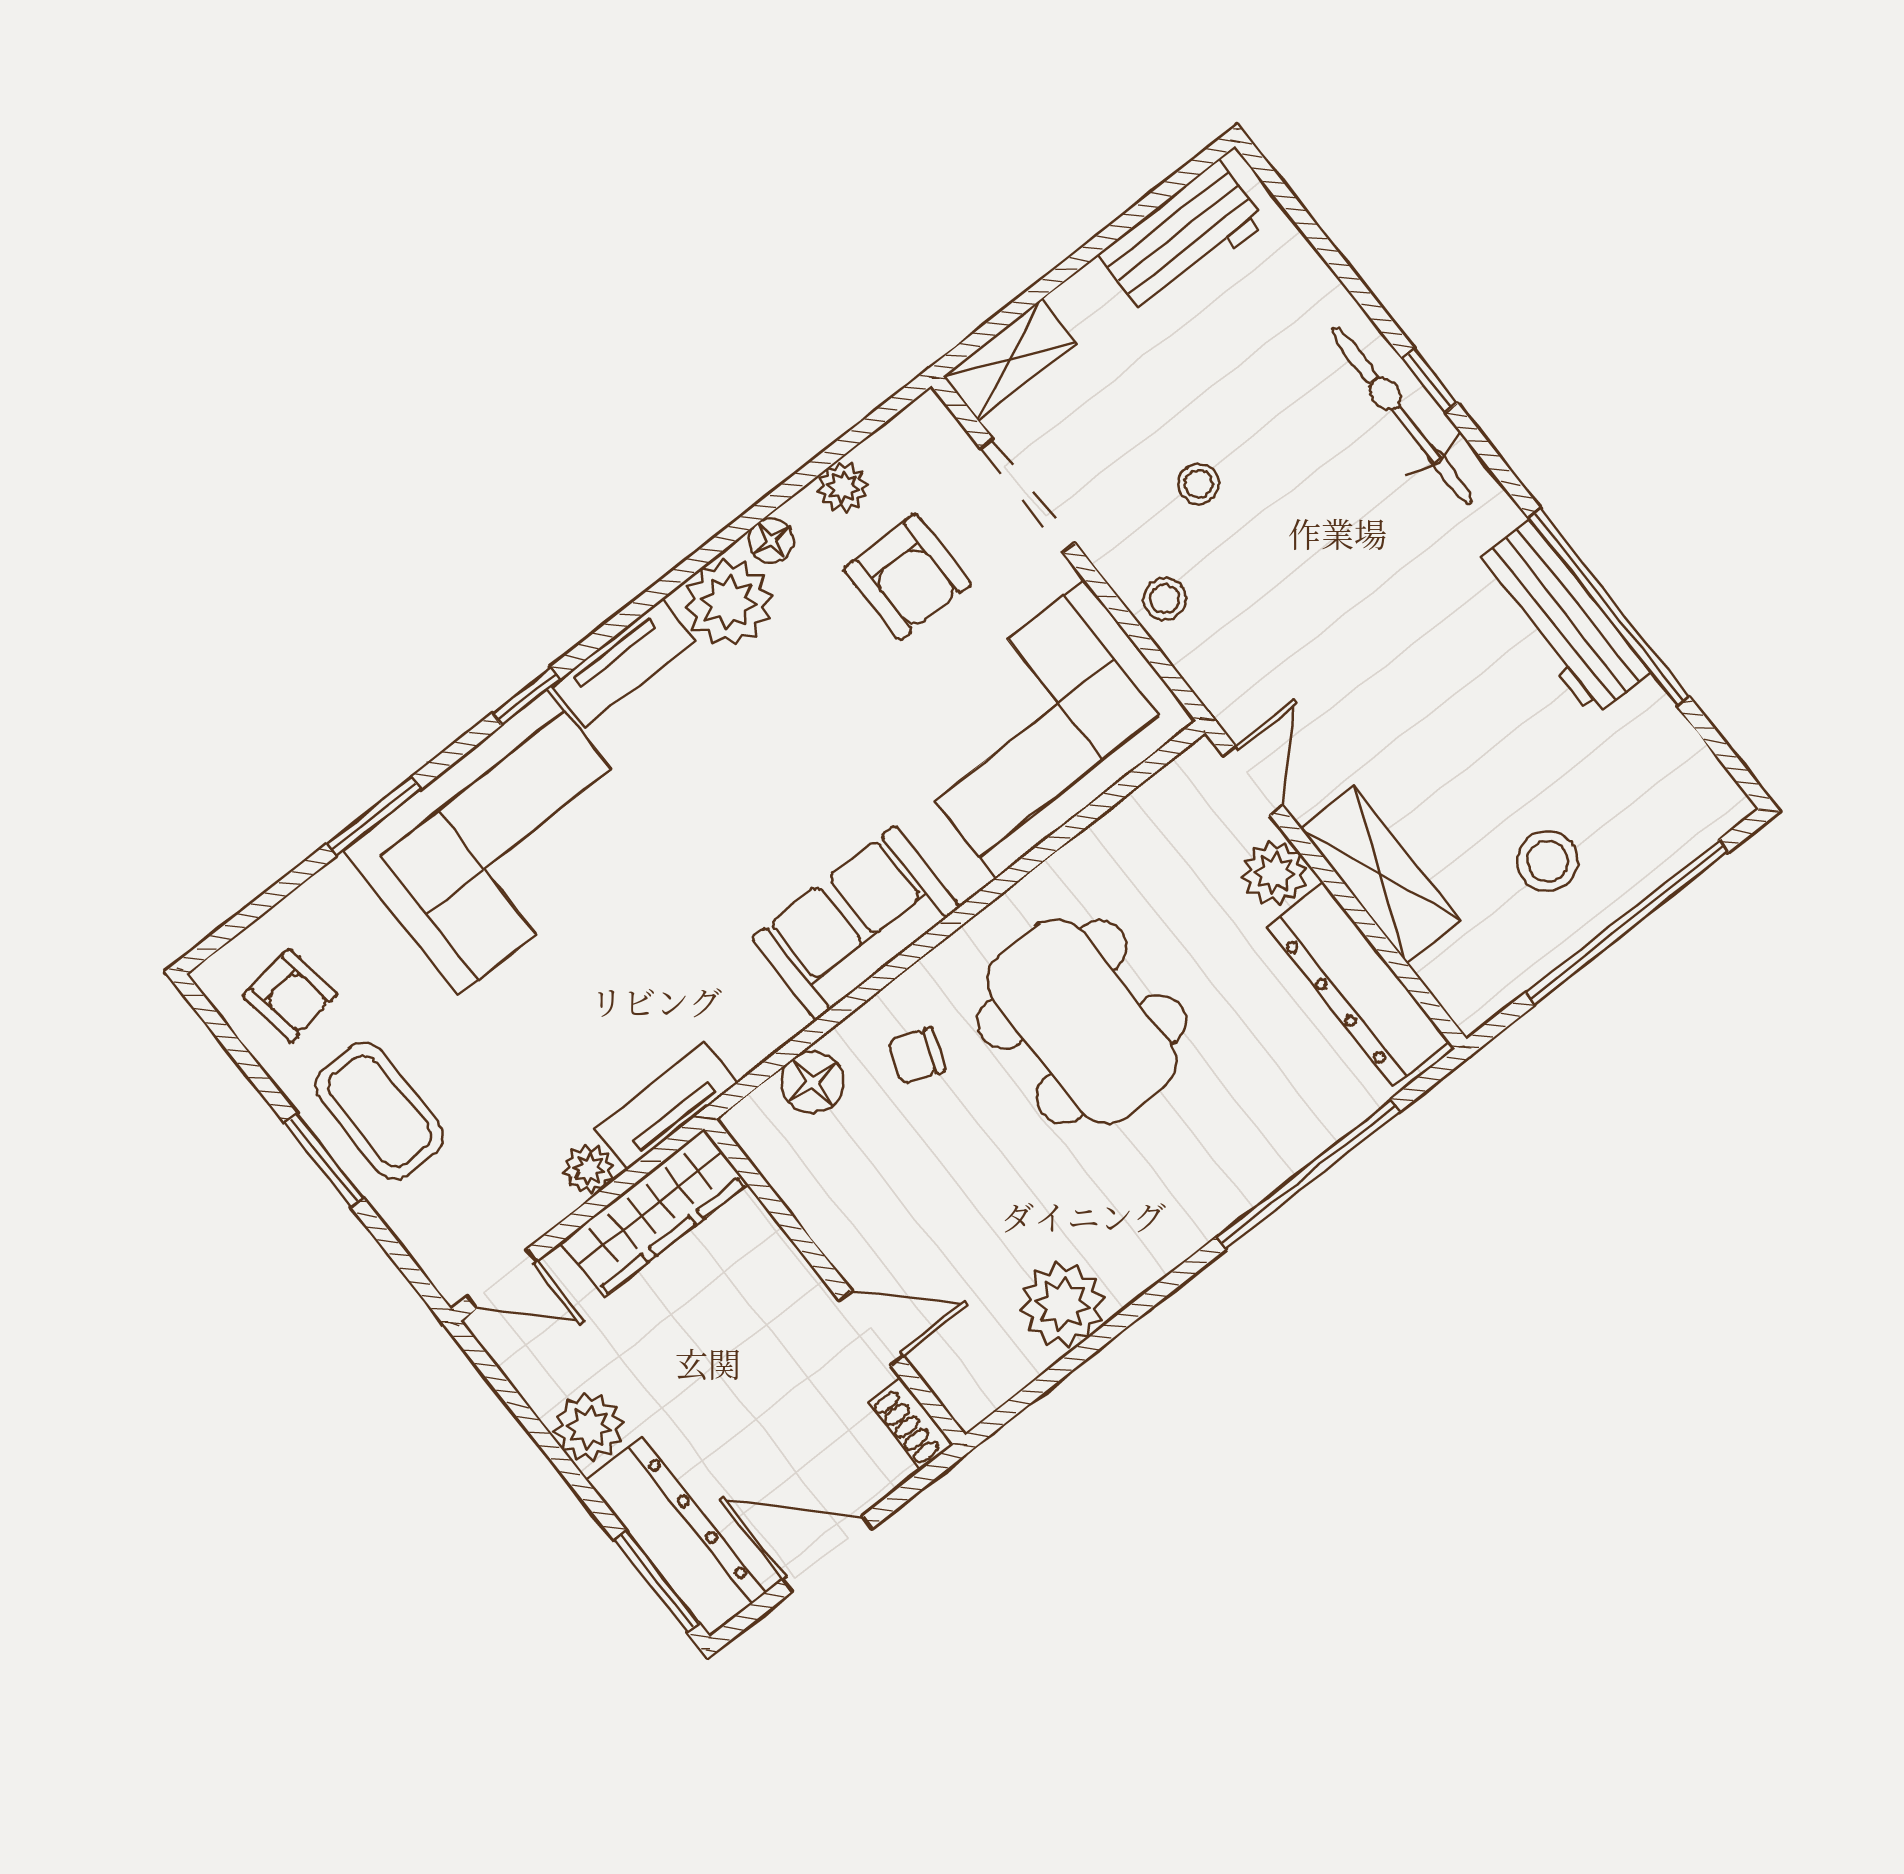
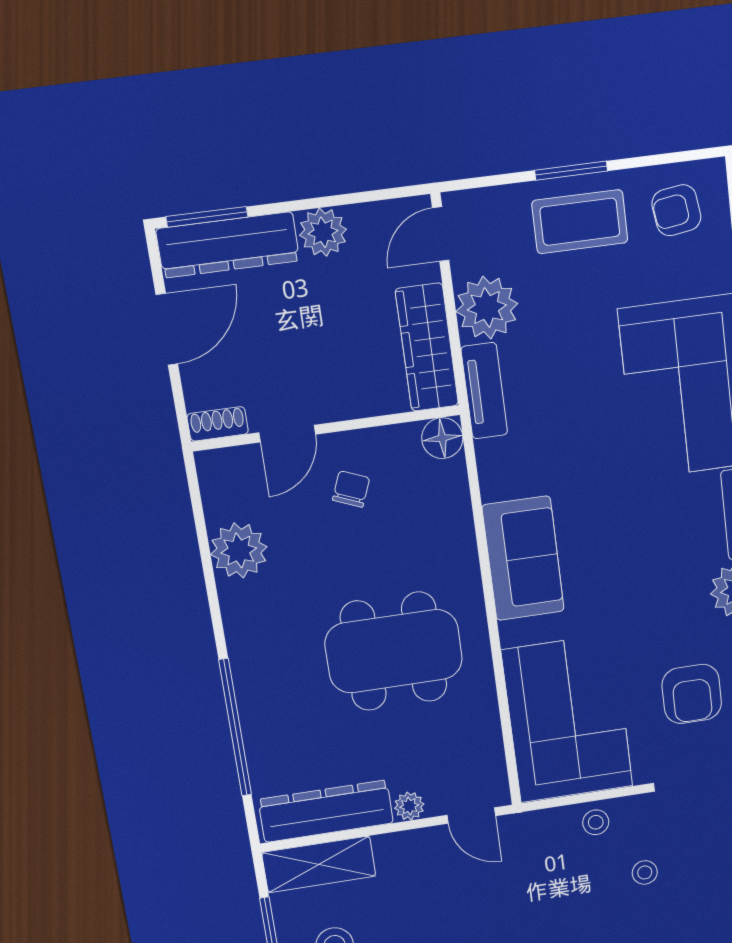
armchair: (908, 576) -> (692, 694), turned -90
plant: (1274, 873) -> (409, 806), width x0.73, depth x0.73
shelving: (1380, 874) -> (319, 864), moved
chair: (916, 1056) -> (351, 489), moved
floor lamp: (813, 1082) -> (442, 438), moved
plant: (589, 1169) -> (487, 308), width x1.87, depth x1.87

